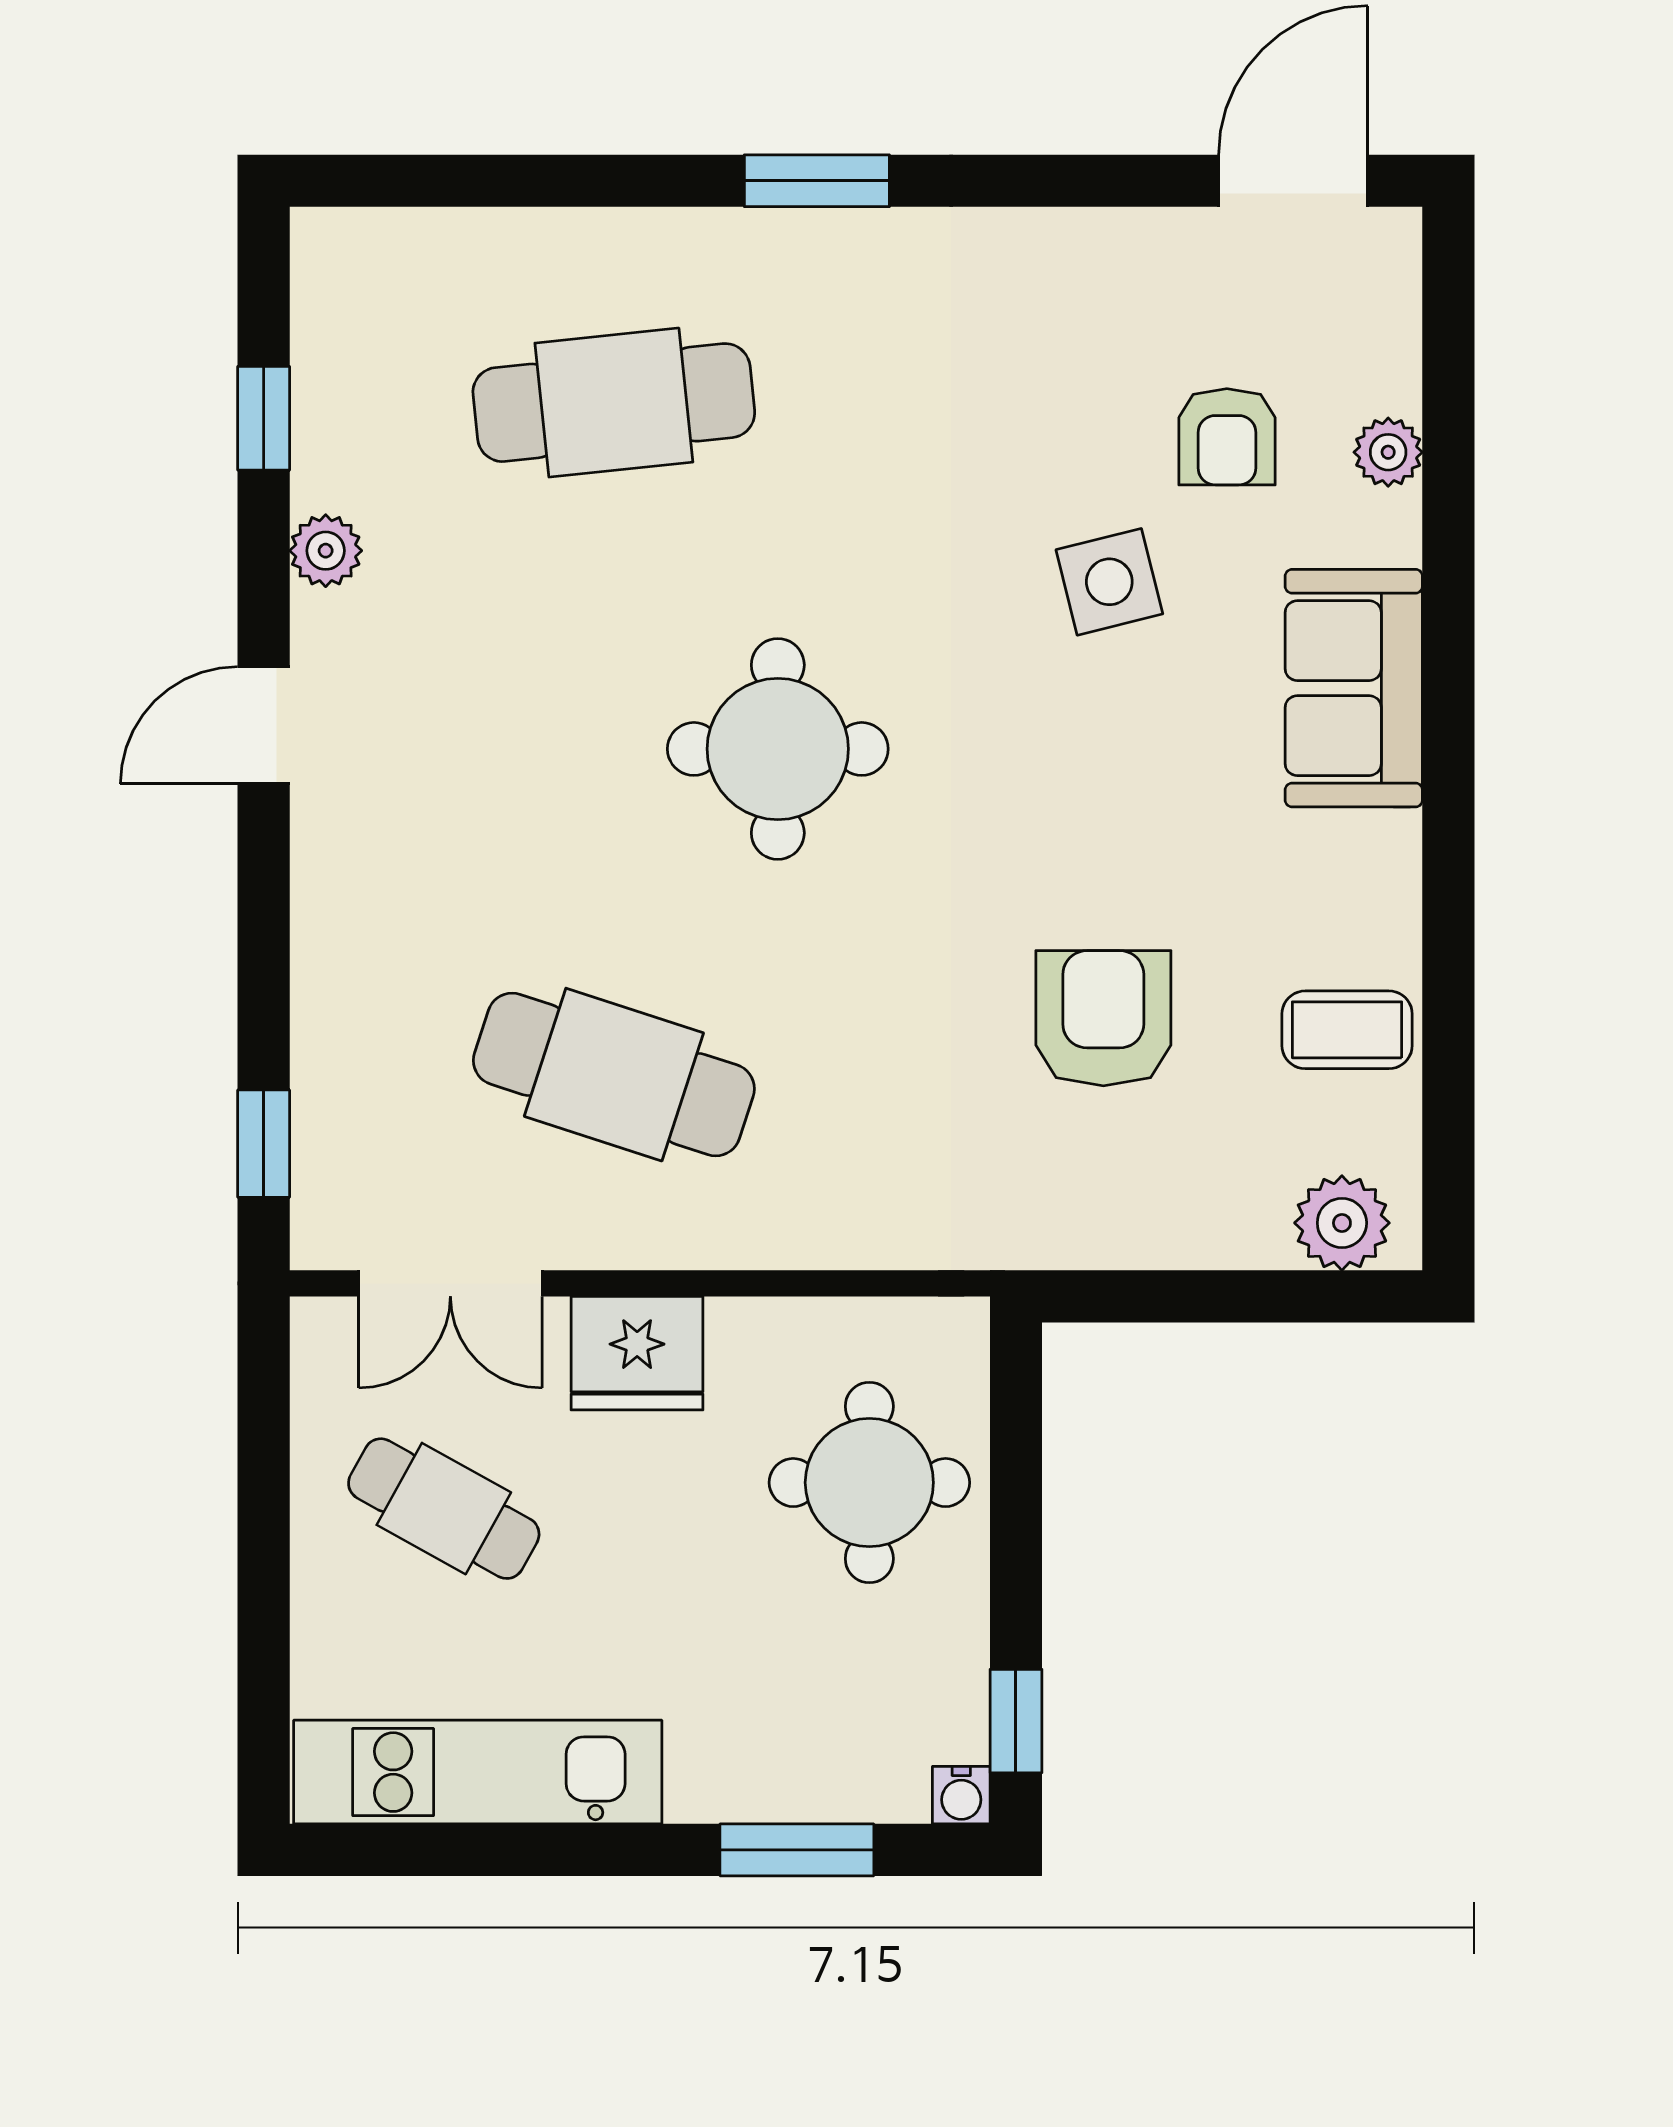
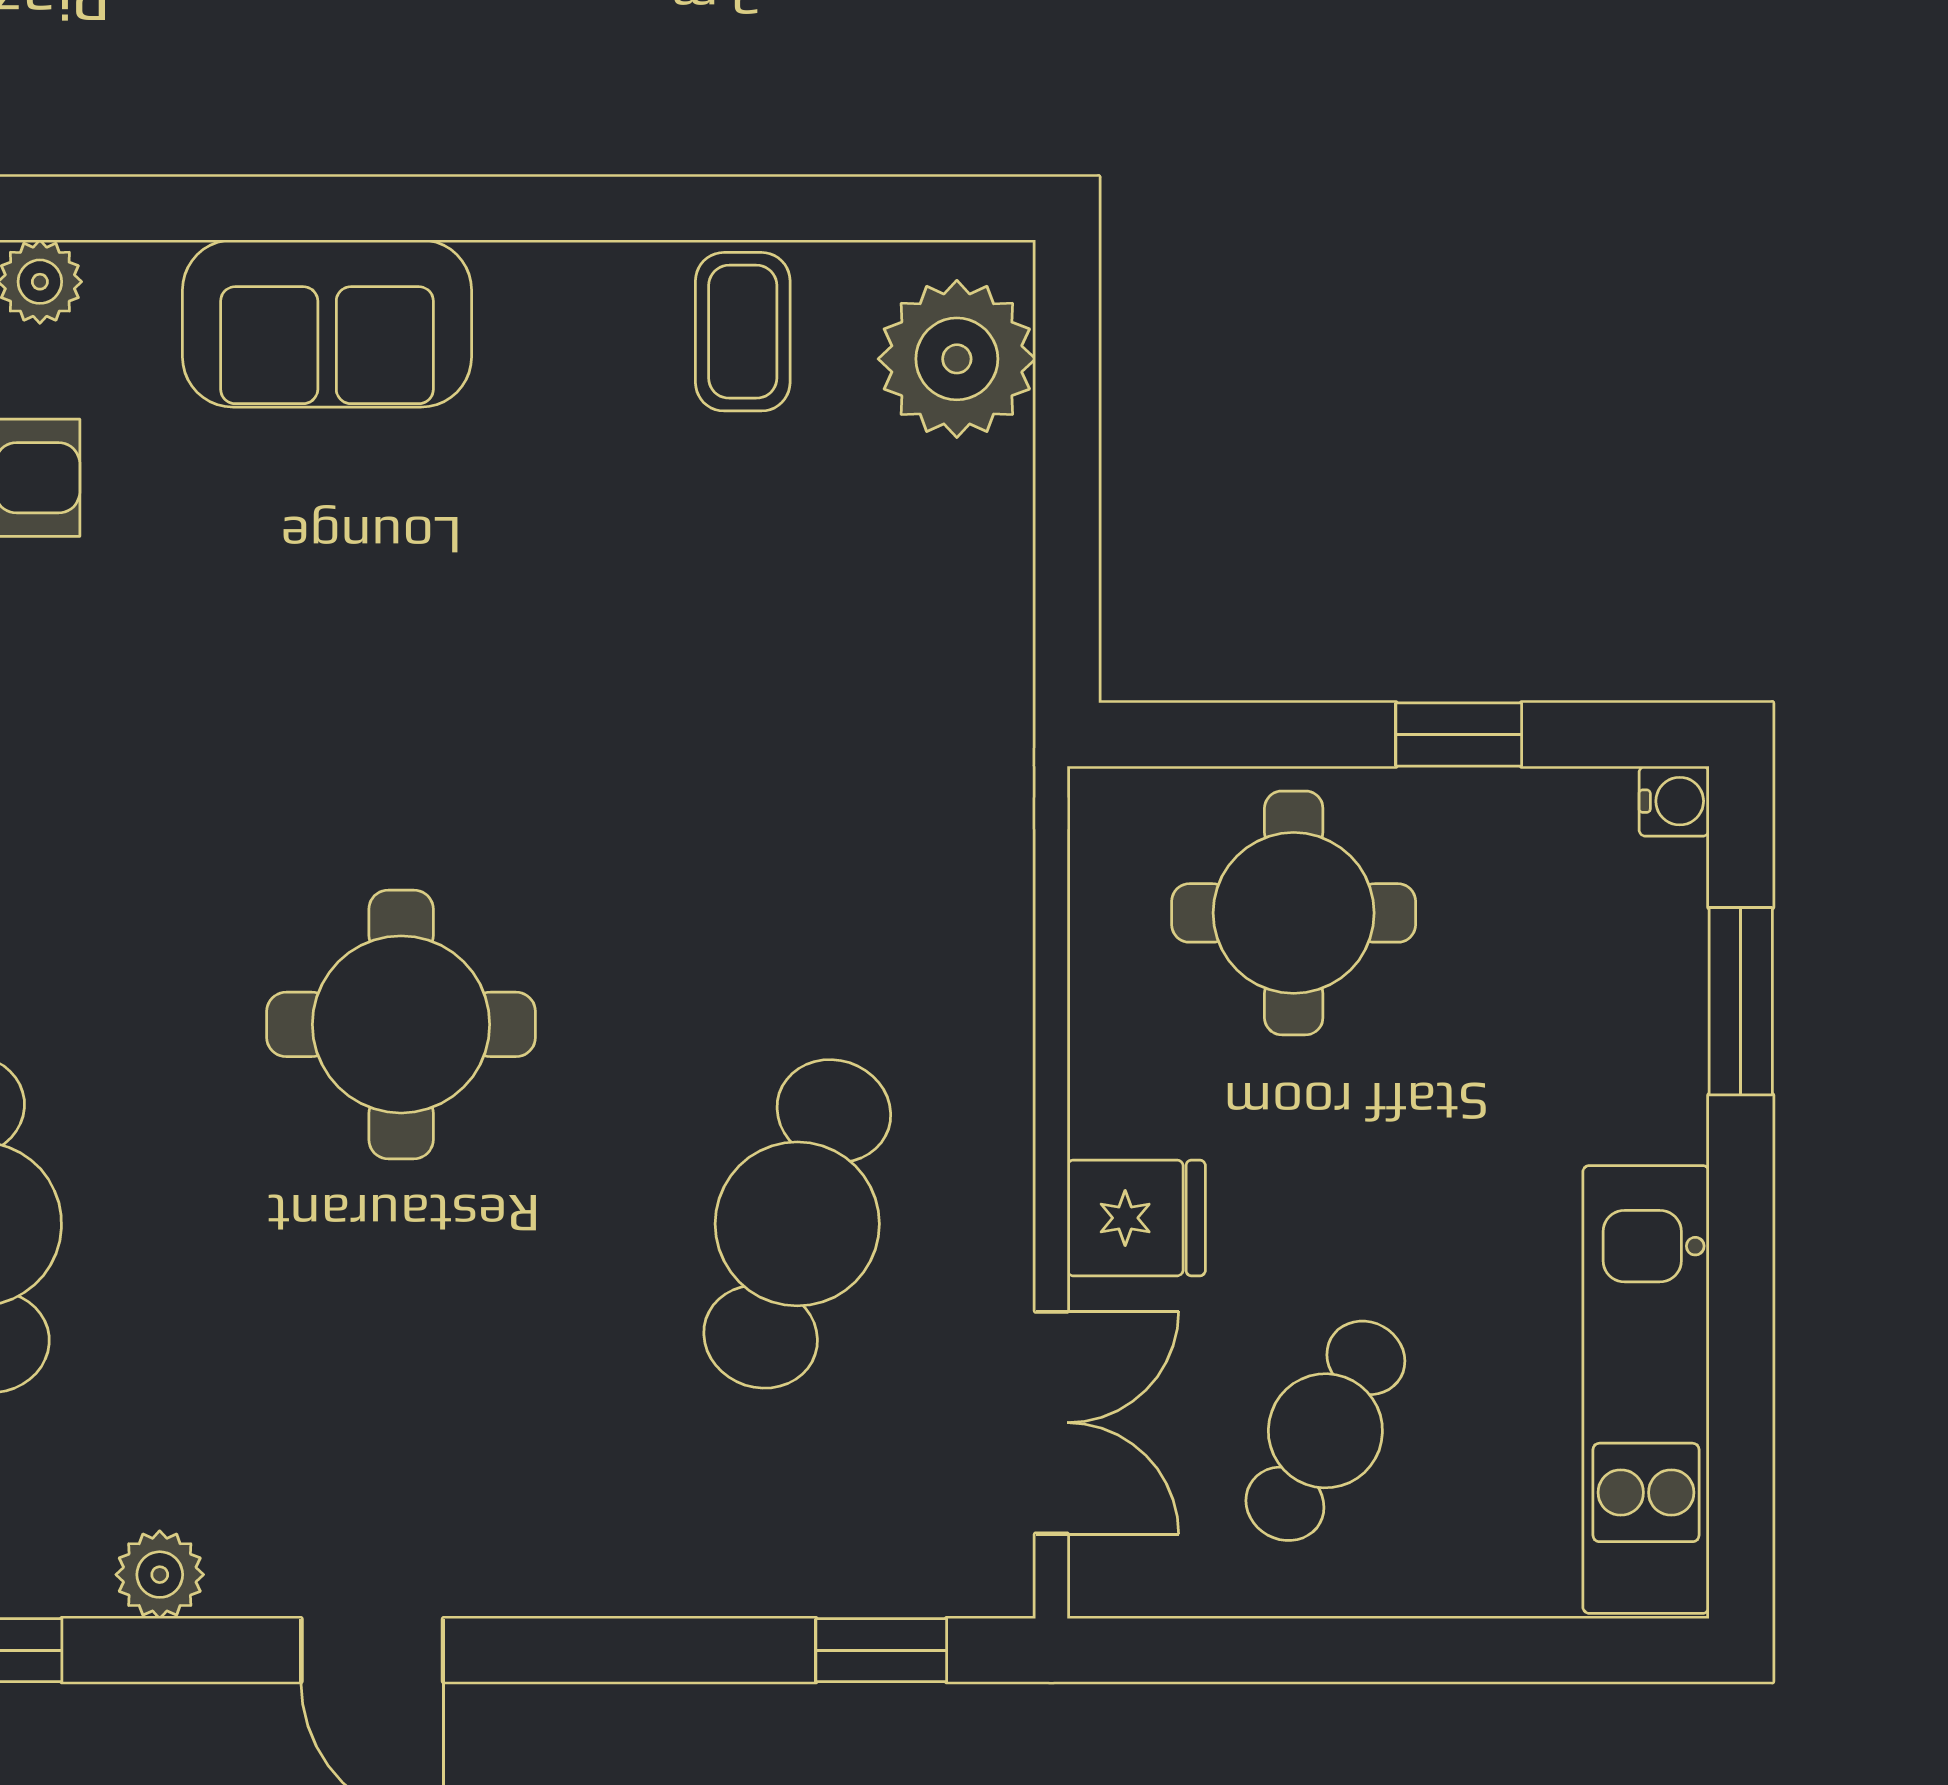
side table: (1109, 582) -> (198, 621), removed
armchair: (1103, 1018) -> (729, 628), removed
plant: (1342, 1223) -> (957, 359), width x1.36, depth x1.36
fridge: (637, 1353) -> (1136, 1218), width x0.72
window: (1016, 1721) -> (1459, 735), moved

